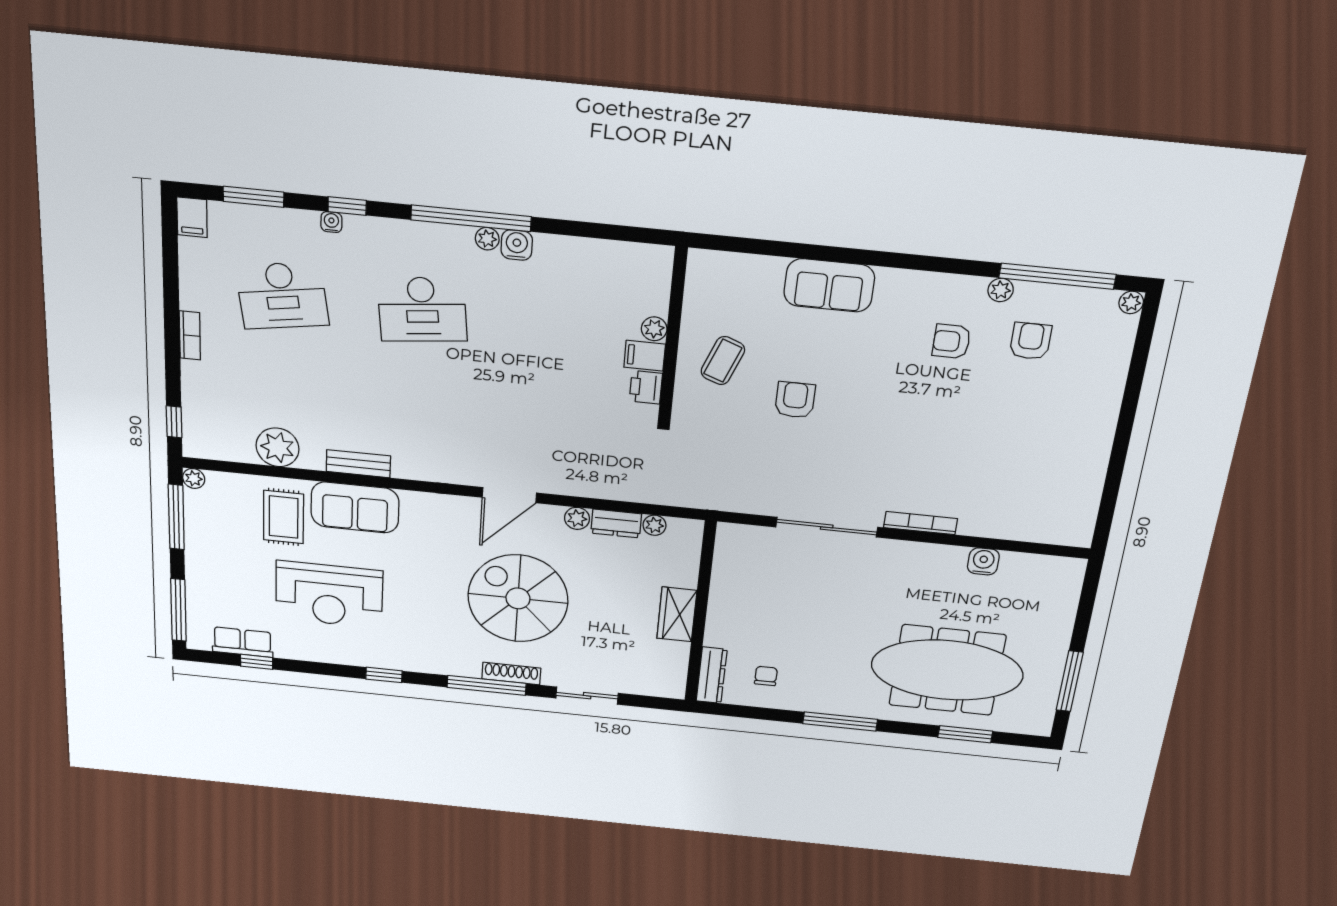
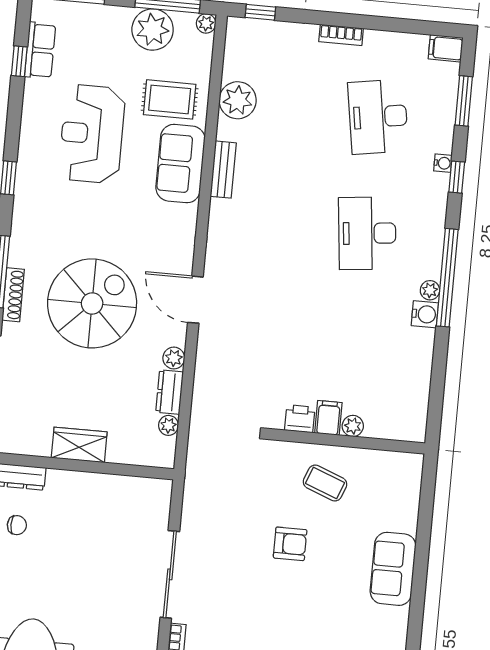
plant: (207, 533) -> (153, 30), added

